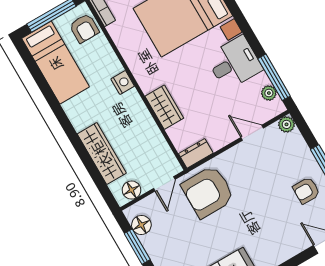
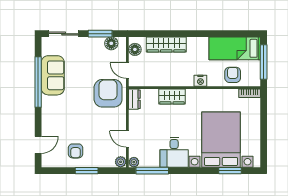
armchair: (84, 28) -> (233, 75), moved, turned 90
plant: (269, 93) -> (134, 162), moved
door: (252, 133) -> (127, 139), swing flipped
armchair: (306, 190) -> (76, 151), turned 180

